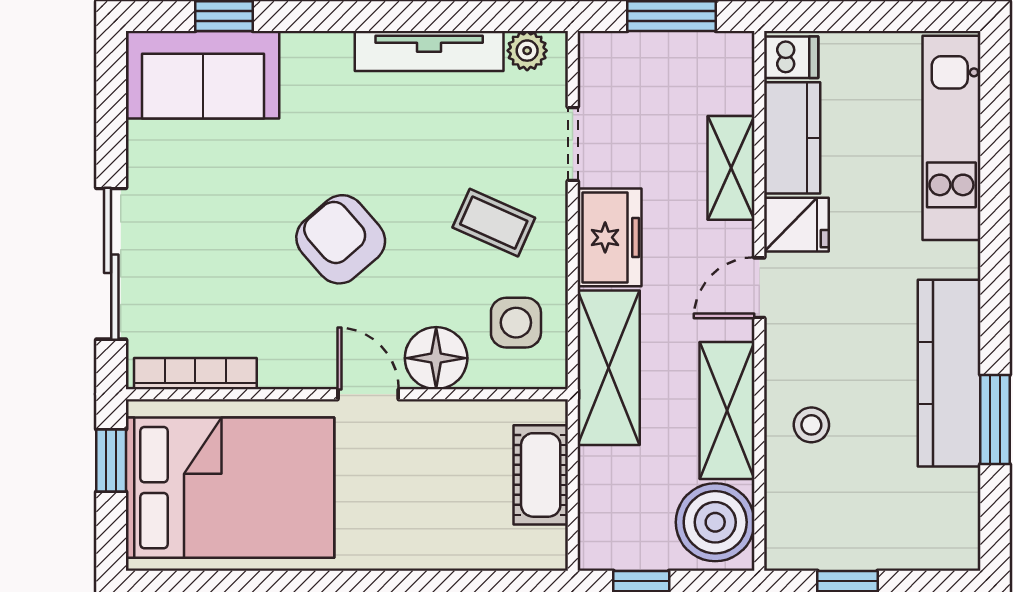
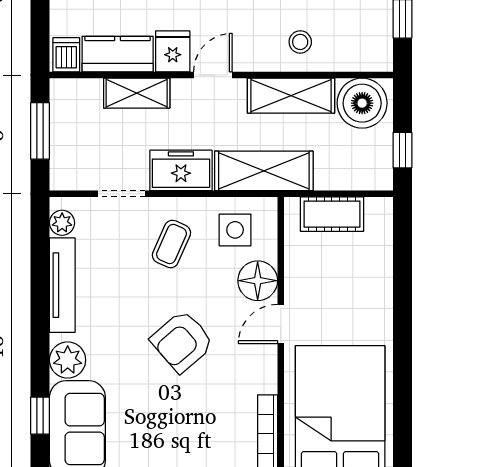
plant: (311, 59) -> (68, 360), added
door: (759, 288) -> (213, 75), swing flipped

